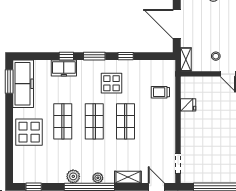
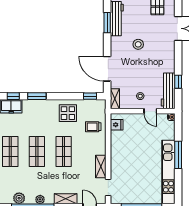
window: (126, 56) -> (90, 96), moved
display table: (111, 83) -> (68, 113), moved
fridge: (188, 105) -> (117, 125), moved
shelving: (169, 139) -> (101, 167), added

